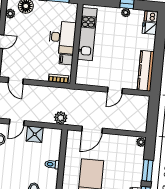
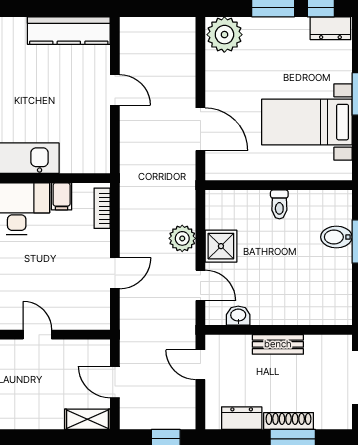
door: (16, 81) -> (115, 273), moved
plant: (61, 118) -> (182, 238), moved
plant: (141, 142) -> (224, 35), width x1.87, depth x1.87

